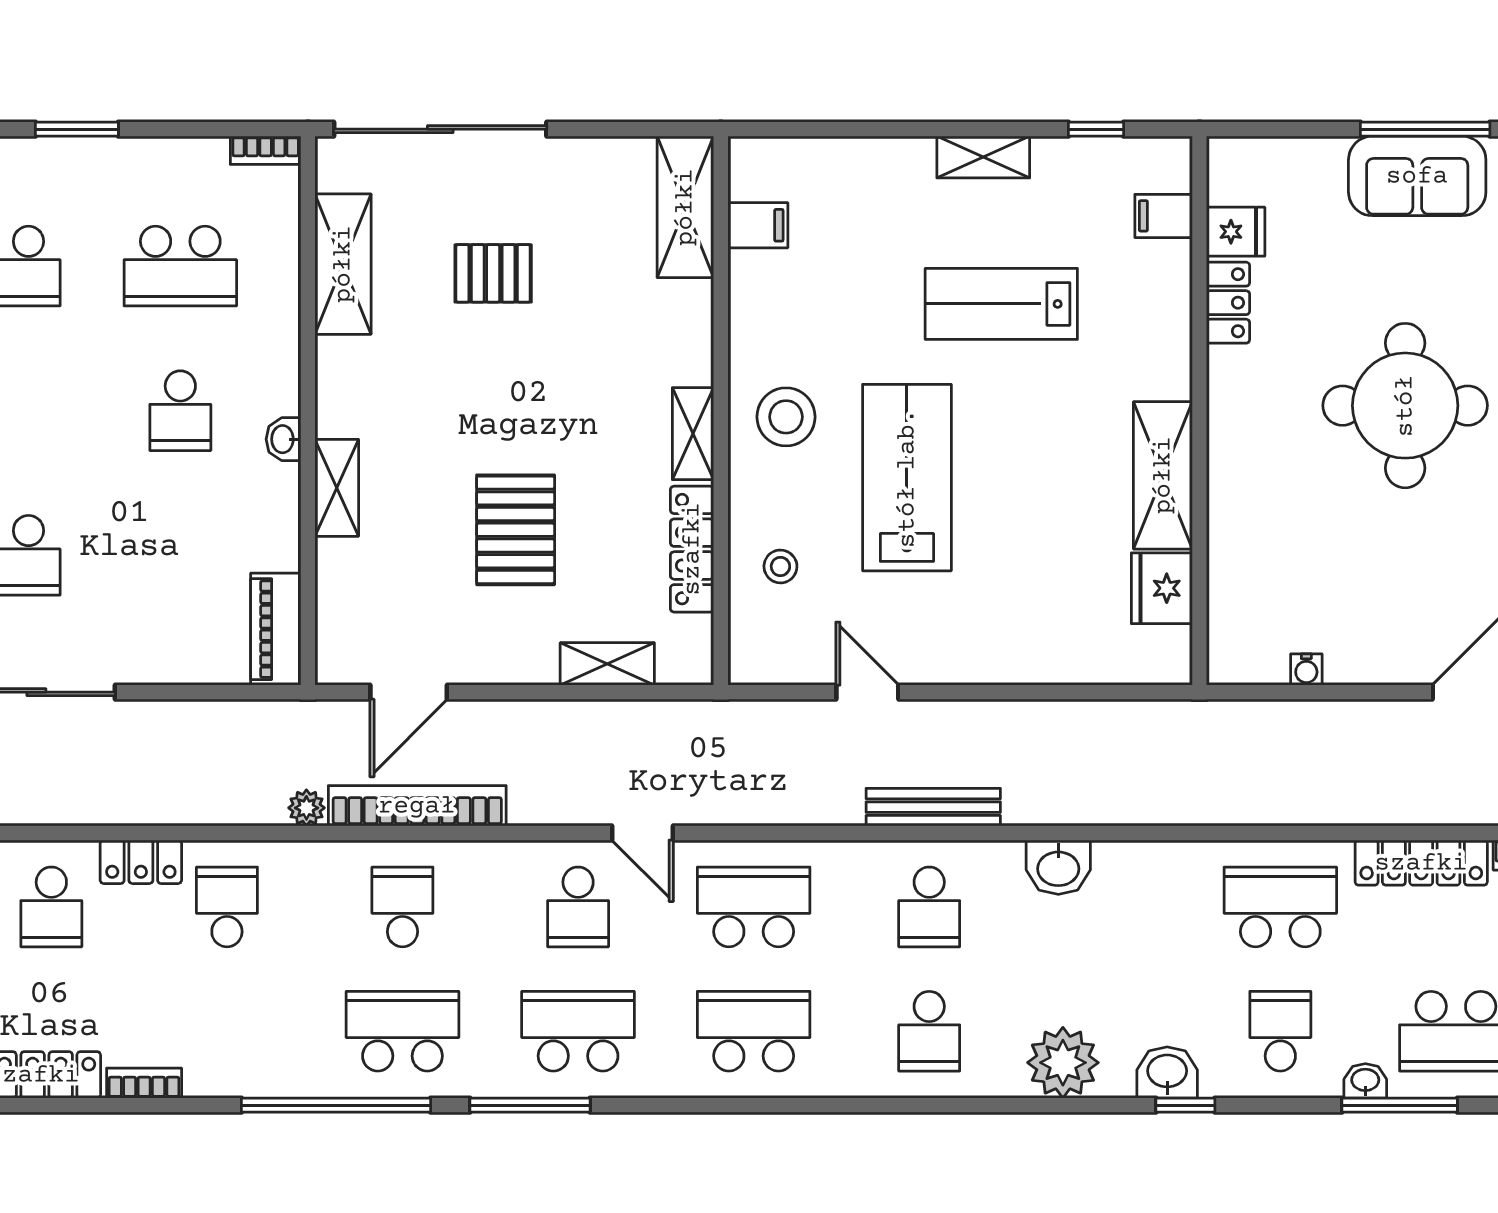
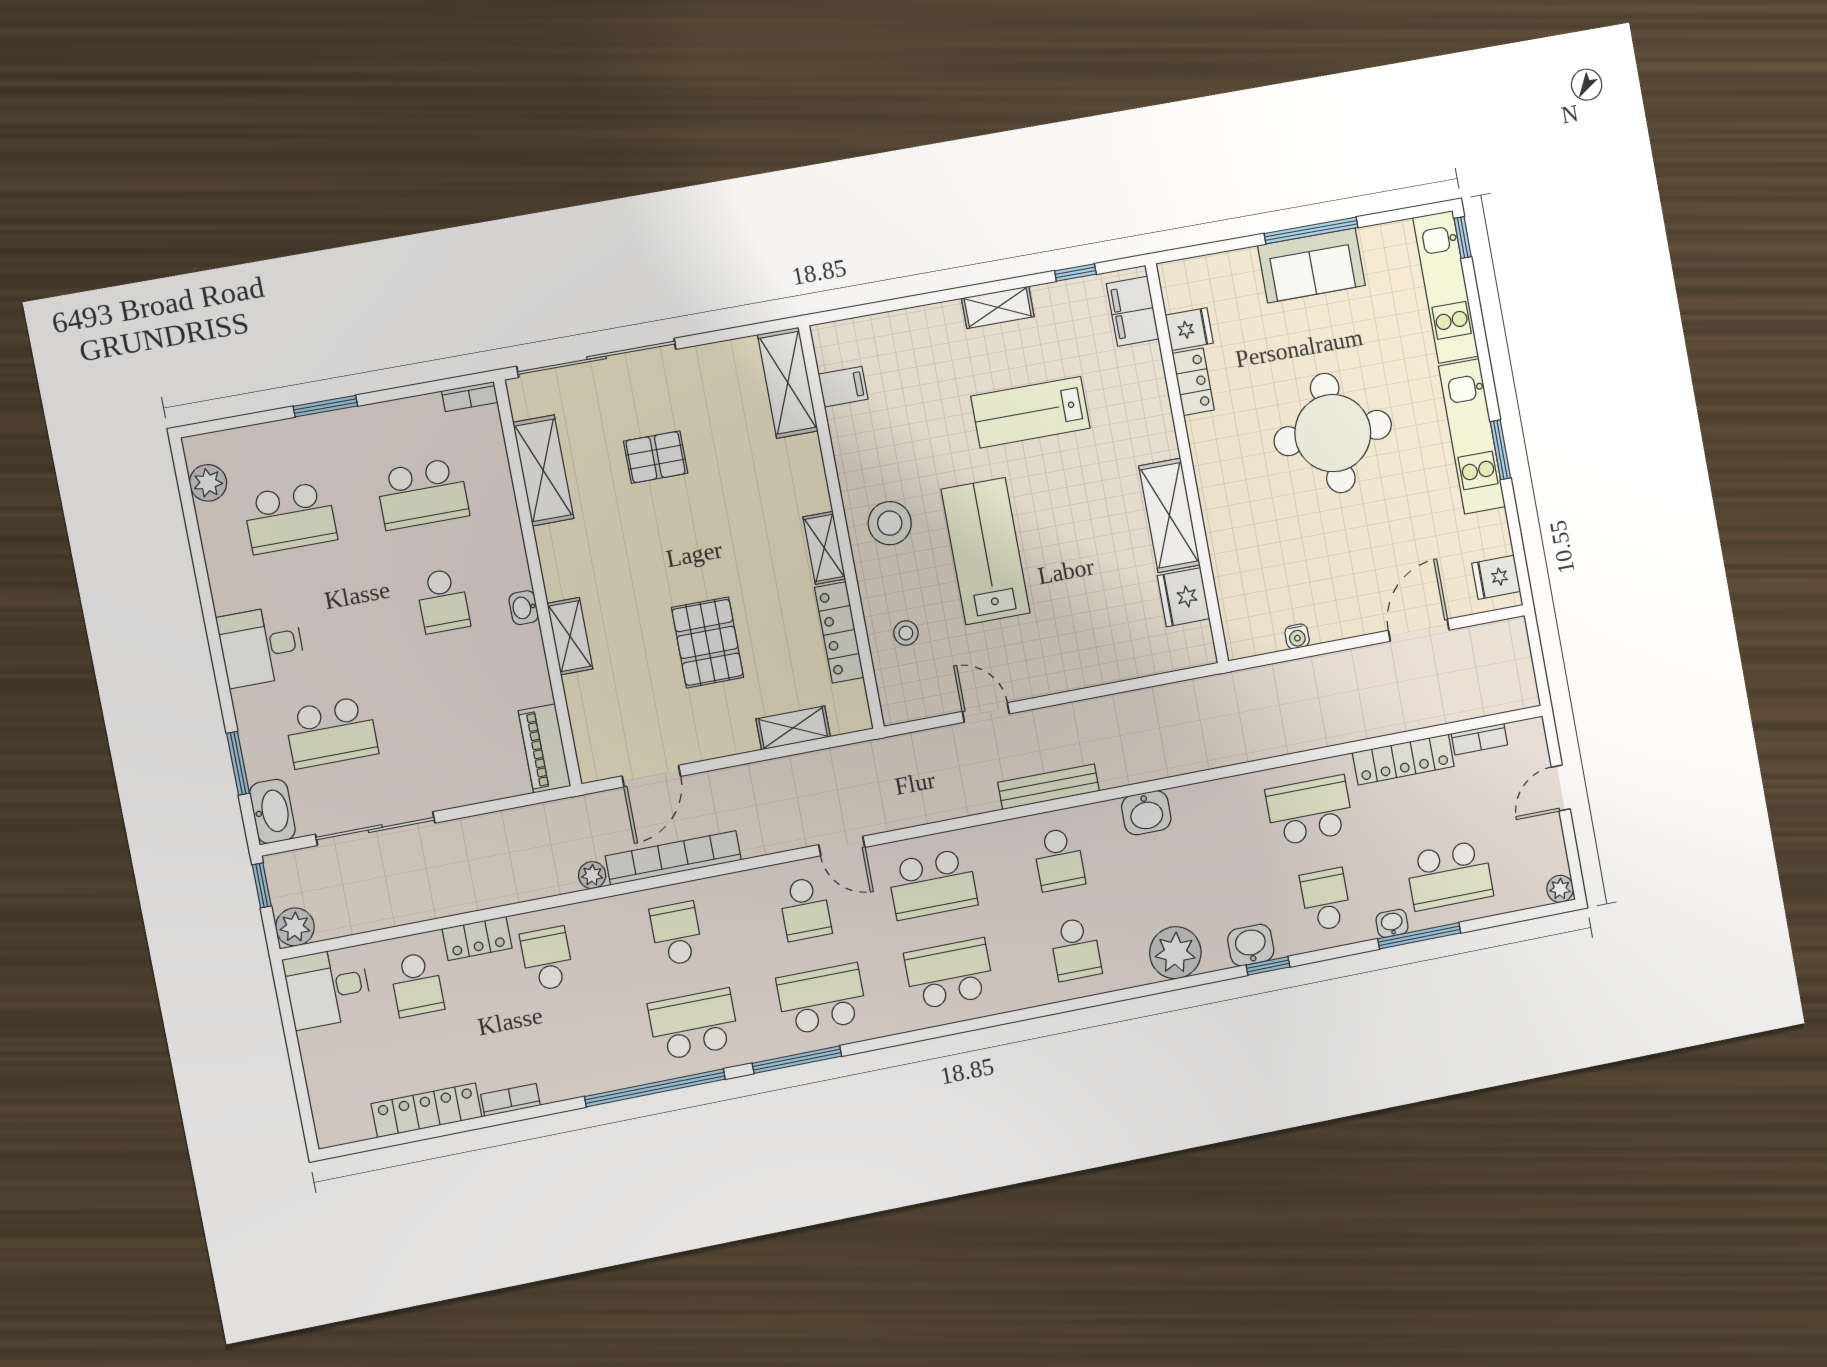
filing cabinet: (1164, 216) -> (1133, 311), width x2.00
school desk: (754, 907) -> (932, 884), turned 180

